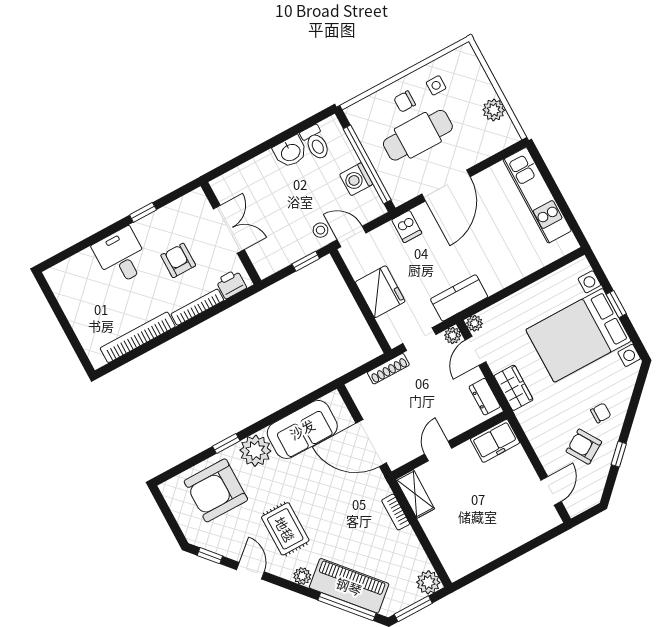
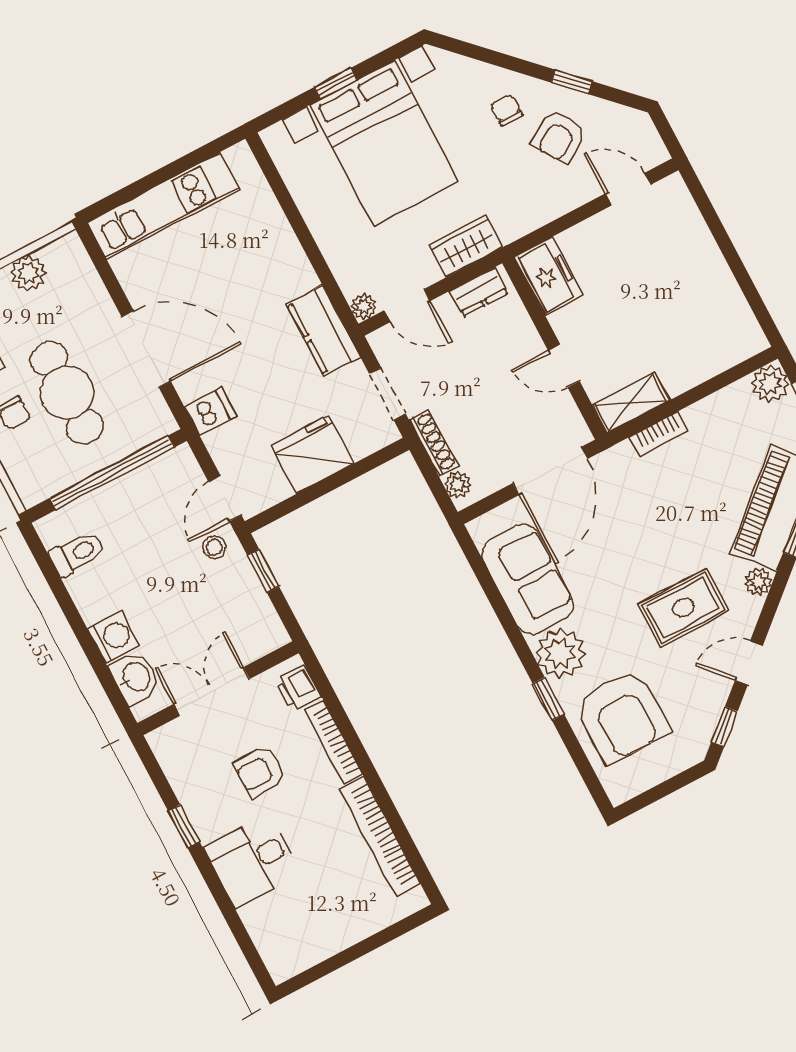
washbasin: (290, 152) -> (135, 677), moved
washing machine: (356, 179) -> (114, 637), moved, turned -90
plant: (453, 335) -> (458, 485), moved

